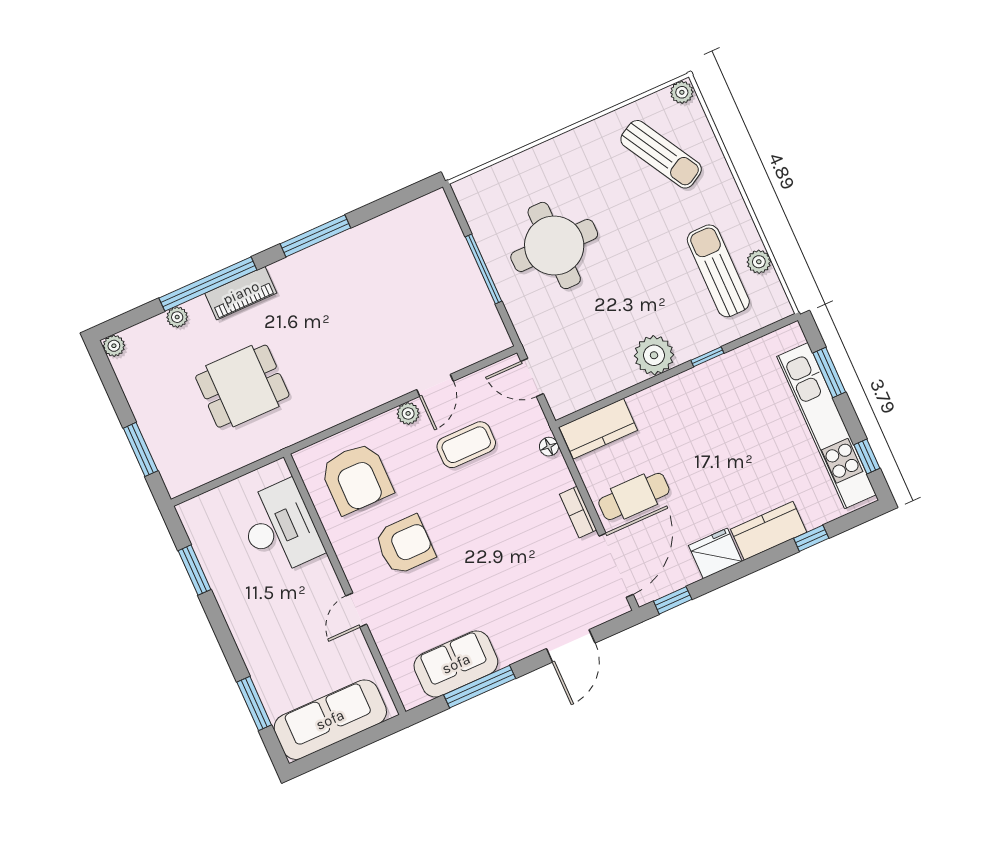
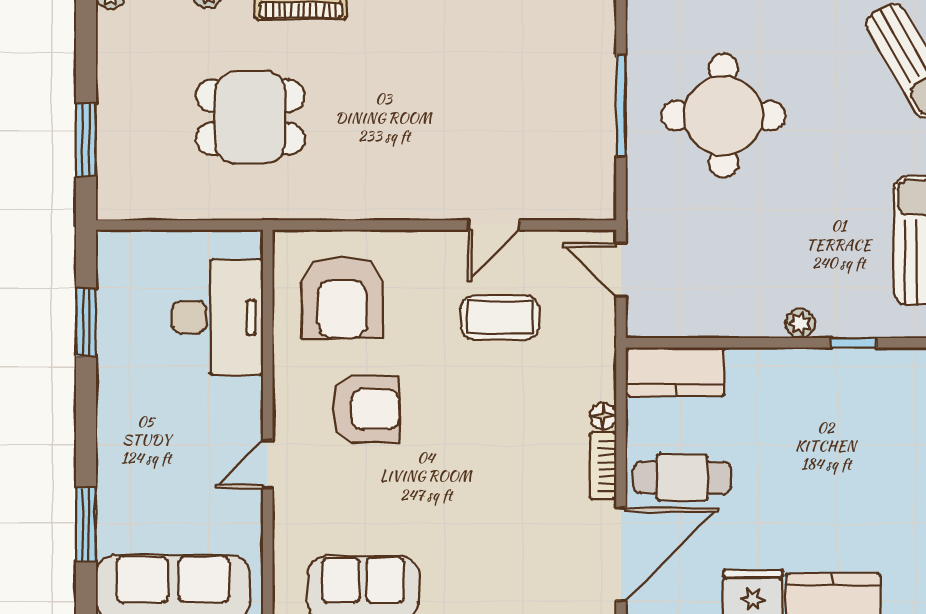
plant: (654, 355) -> (800, 323), width x0.53, depth x0.53
plant: (408, 413) -> (444, 245), removed
floor lamp: (549, 447) -> (603, 416), moved

